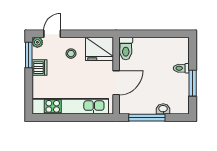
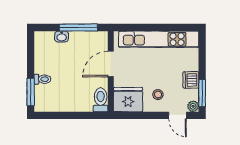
door: (52, 34) -> (178, 115), hinge flipped
window: (193, 83) -> (31, 92), moved

